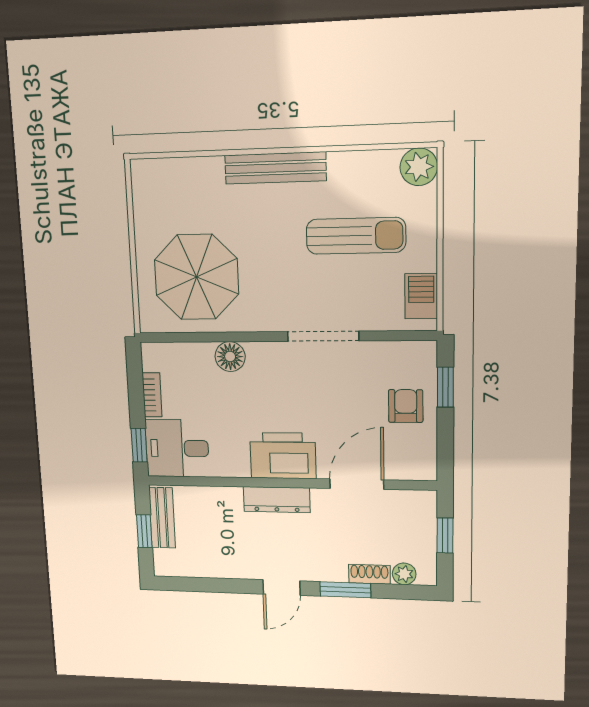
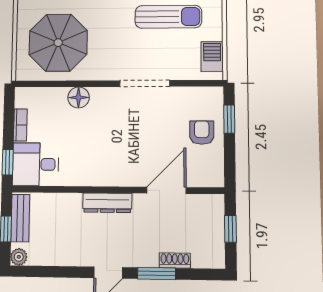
printer: (283, 456) -> (113, 169), removed
plant: (404, 574) -> (19, 257), moved

